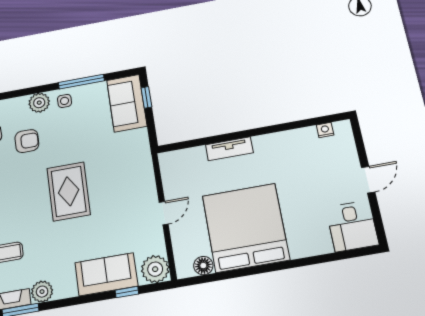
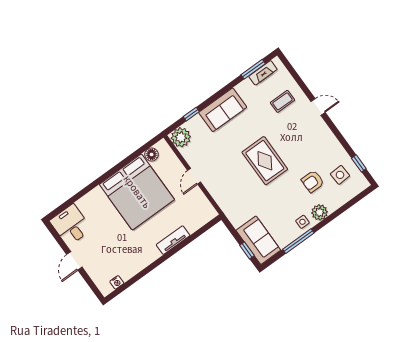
sofa: (106, 274) -> (223, 110), moved
plant: (42, 292) -> (246, 88), removed

